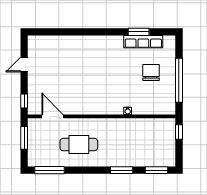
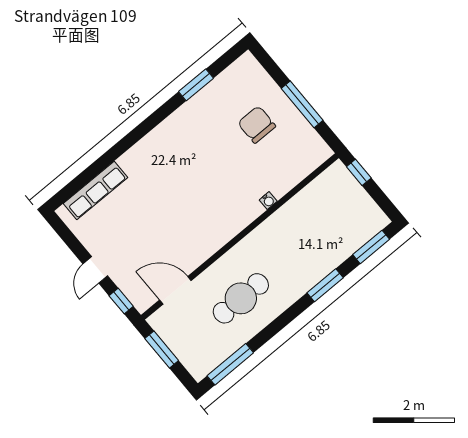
row of seats: (143, 42) -> (95, 190), moved
door: (24, 65) -> (95, 270), moved
window: (179, 80) -> (302, 104), width x0.68

